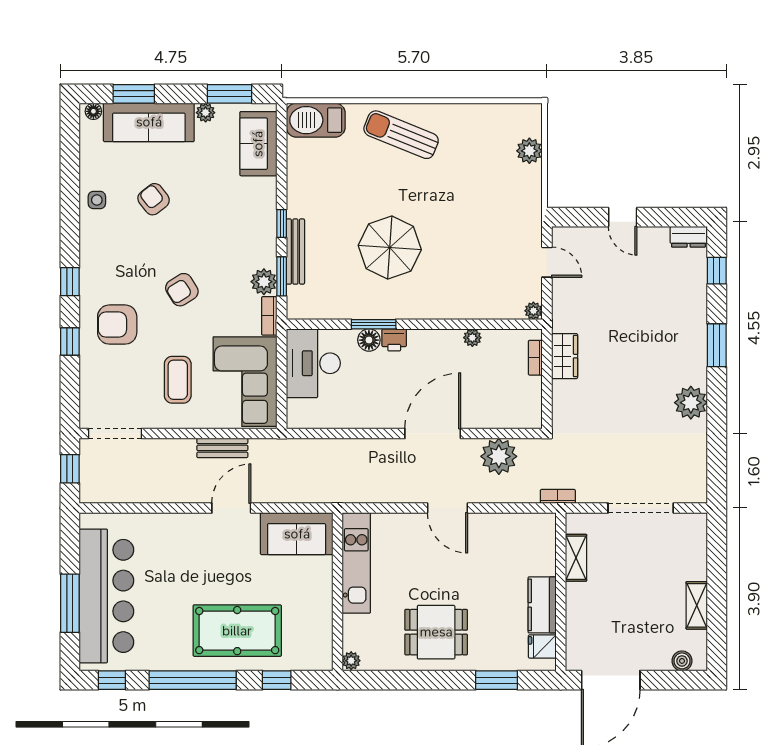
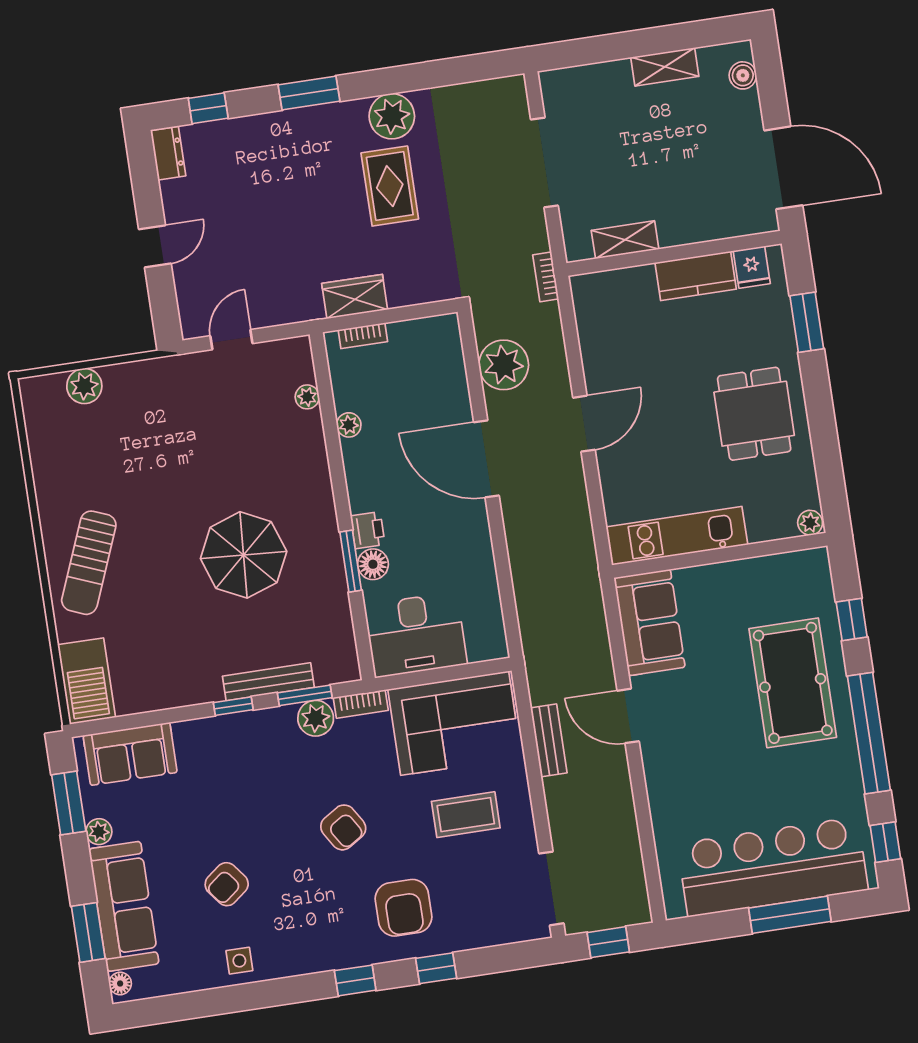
plant: (533, 311) -> (307, 397), moved
rug: (641, 394) -> (390, 186), added

